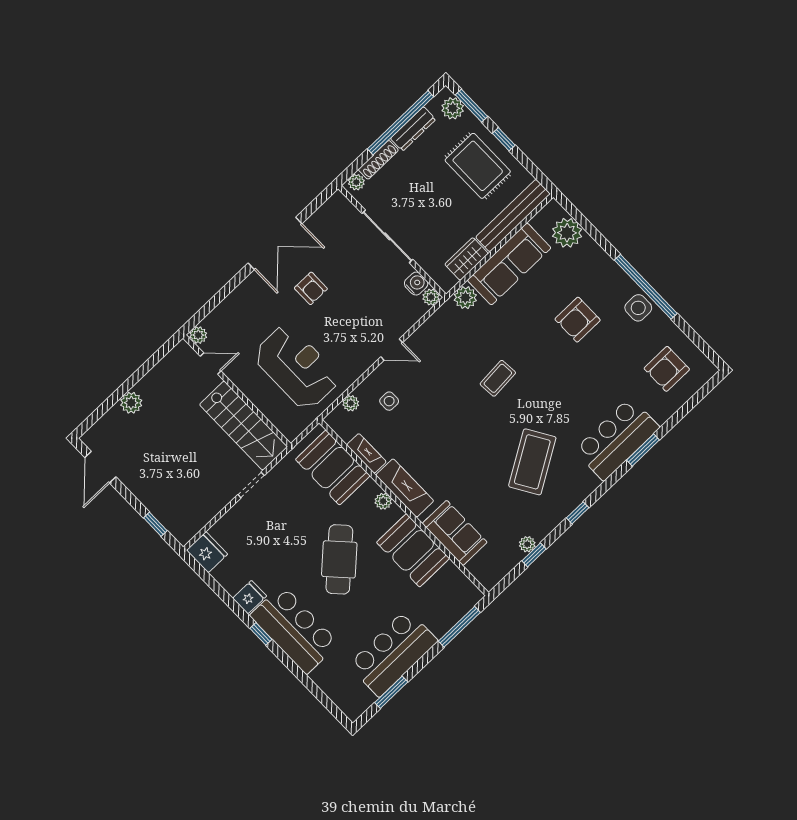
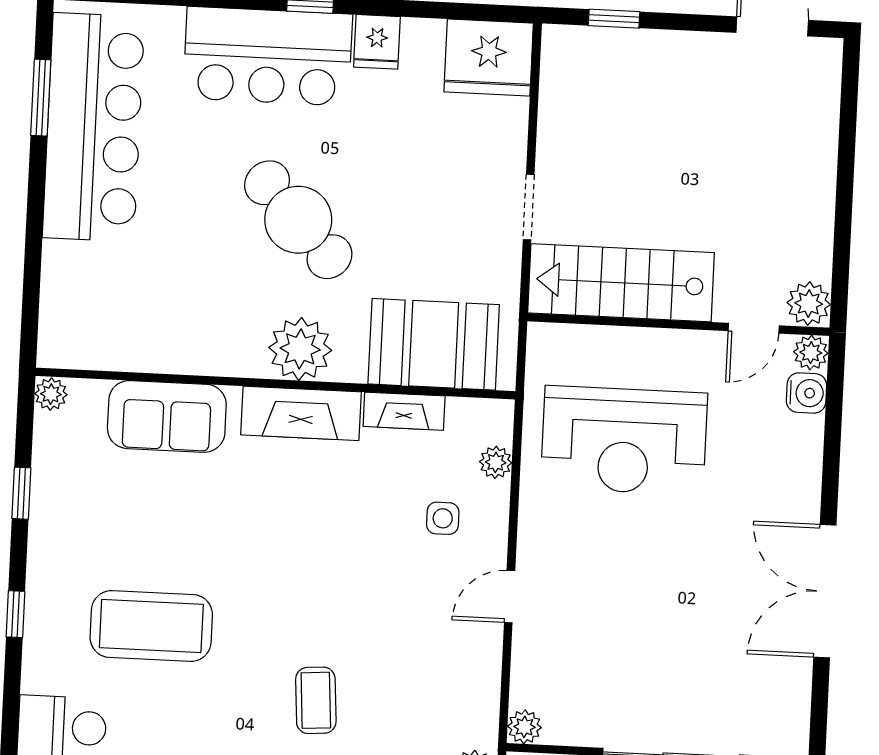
water cooler: (416, 284) -> (806, 393), moved, turned -90
armchair: (311, 288) -> (711, 575), removed
plant: (131, 403) -> (809, 304), moved
coffee table: (532, 462) -> (151, 626), turned -59
plant: (383, 501) -> (300, 349), width x1.88, depth x1.88
plant: (527, 544) -> (51, 394), moved
booth: (413, 550) -> (203, 334), removed
fridge: (207, 552) -> (489, 57), width x1.36, depth x1.34
window: (459, 627) -> (31, 286), removed
bar counter: (393, 653) -> (94, 127), width x1.36

